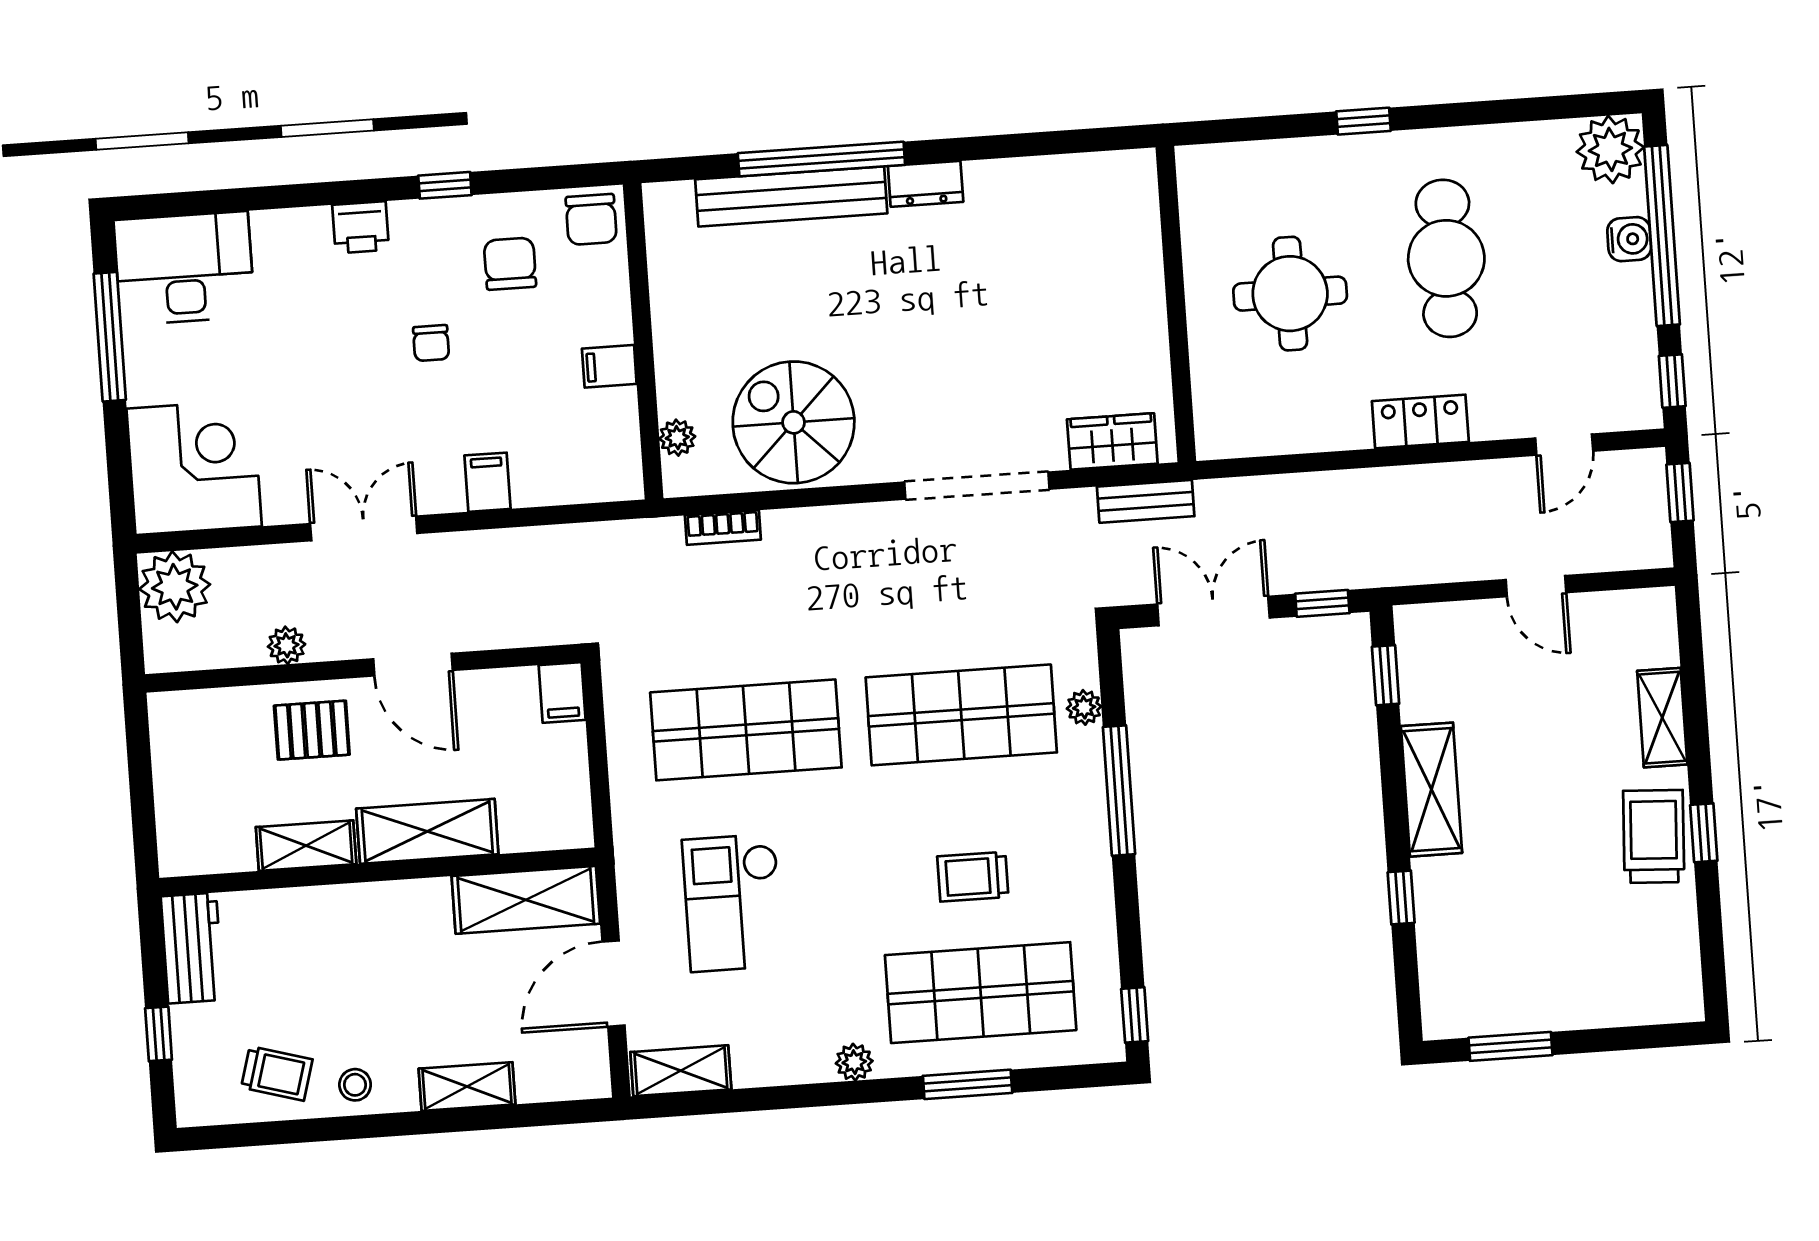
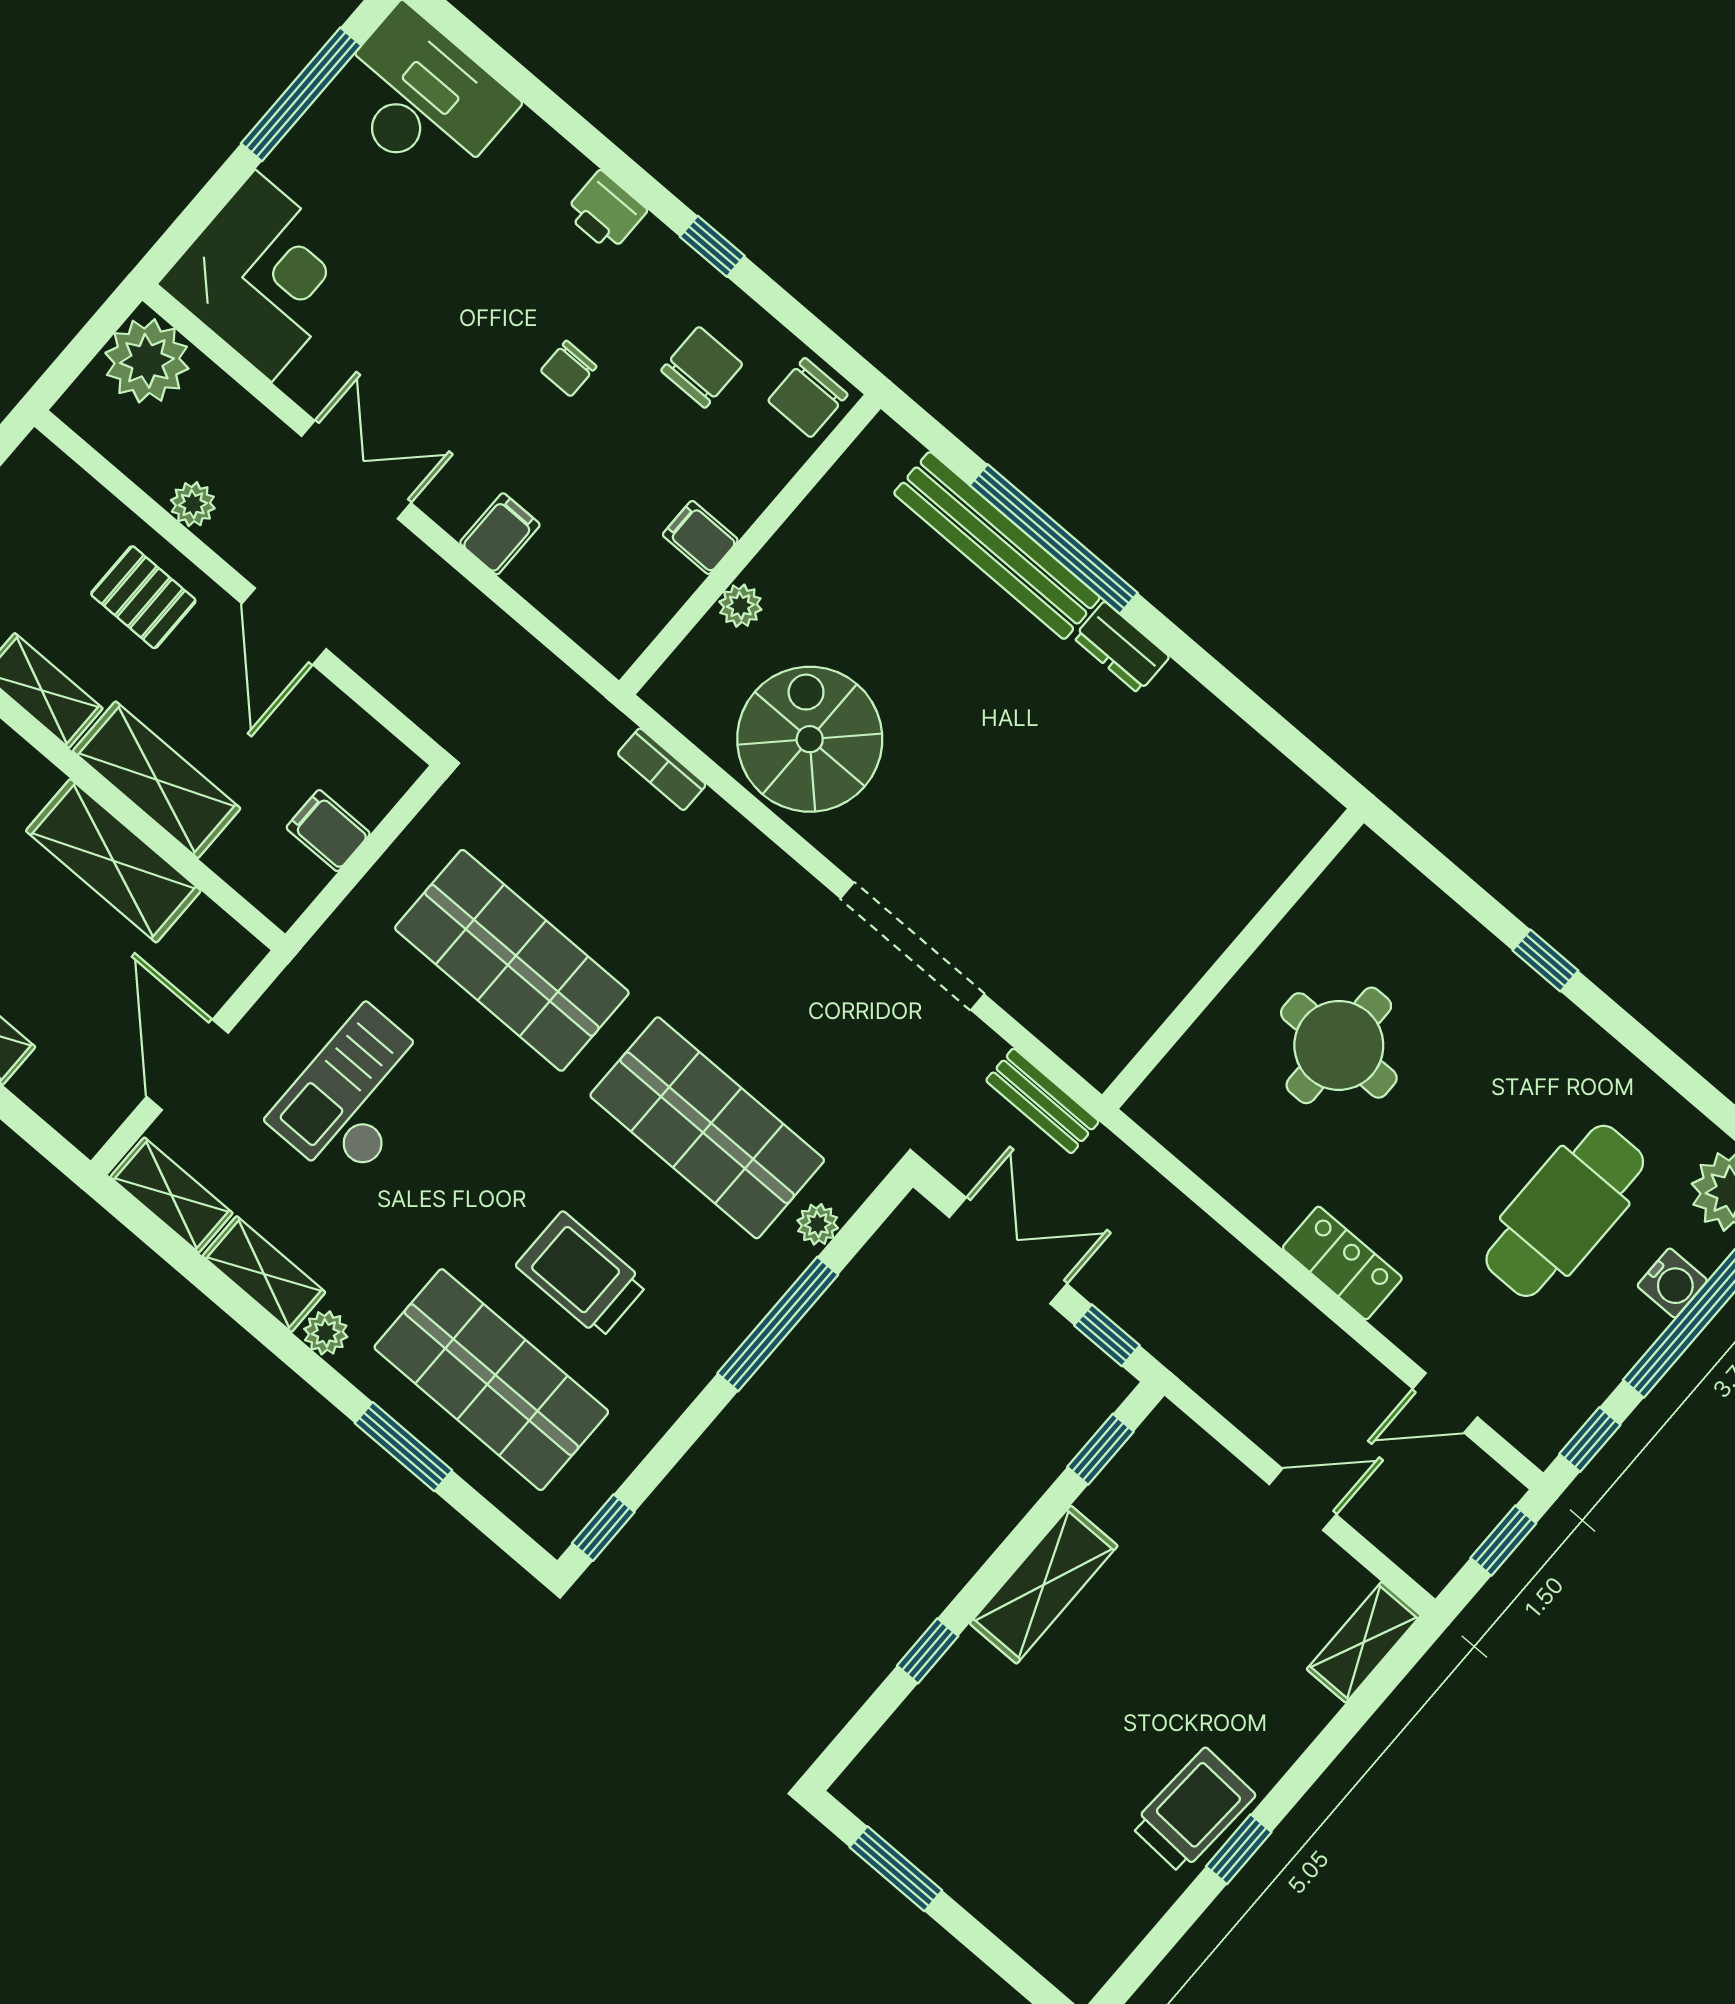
cafe table: (1446, 258) -> (1565, 1211), moved
plant: (677, 438) -> (740, 606), moved
wardrobe: (1112, 441) -> (1064, 1022), removed
door: (1536, 586) -> (1303, 1499), swing flipped
filing cabinet: (562, 692) -> (328, 831), moved, turned 90
shelving: (1662, 718) -> (1364, 1642), moved
trolley: (973, 877) -> (582, 1275), width x1.36, depth x1.39
shelving: (526, 900) -> (113, 861), moved
door: (614, 984) -> (187, 1065), hinge flipped
shelving: (783, 1063) -> (264, 1274), added

